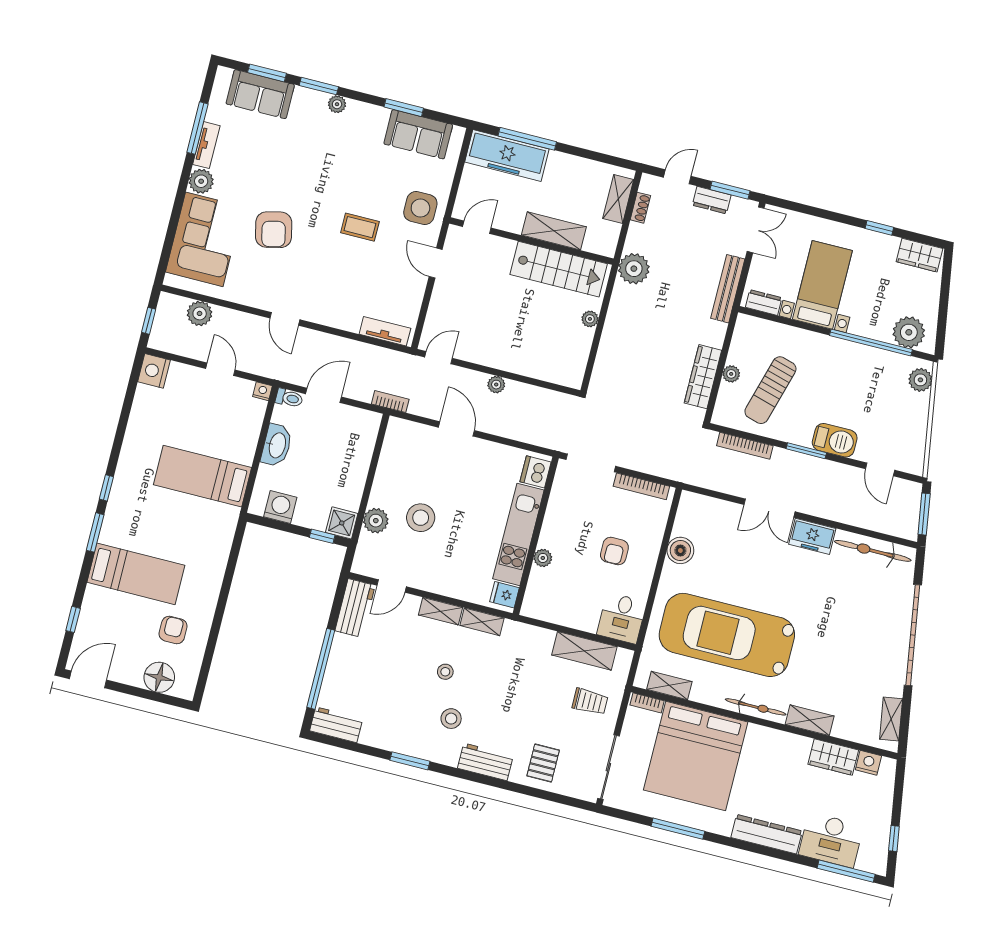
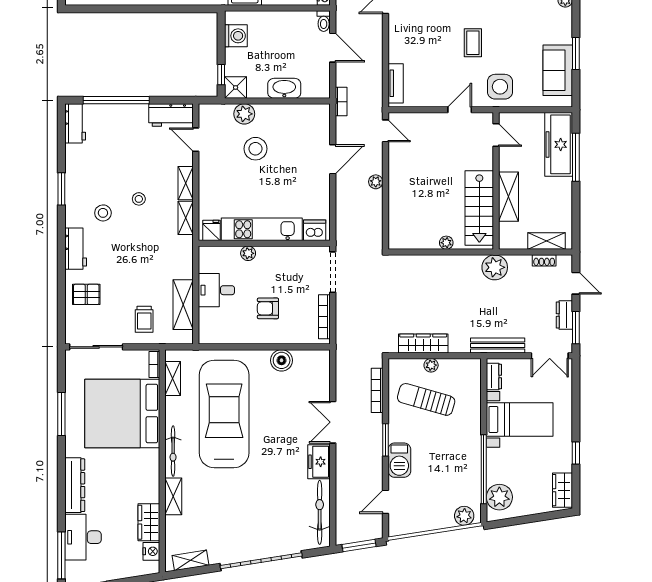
washbasin: (277, 445) -> (284, 88), moved, turned 180
desk: (622, 618) -> (216, 290), moved

